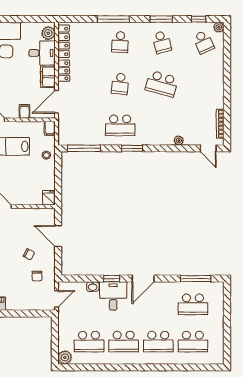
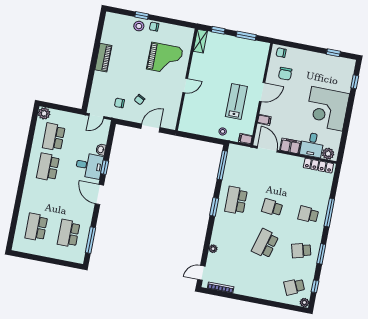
locker: (64, 71) -> (293, 161), removed
fridge: (49, 198) -> (185, 126), removed
door: (56, 299) -> (96, 116), hinge flipped
school desk: (158, 342) -> (42, 197), removed

